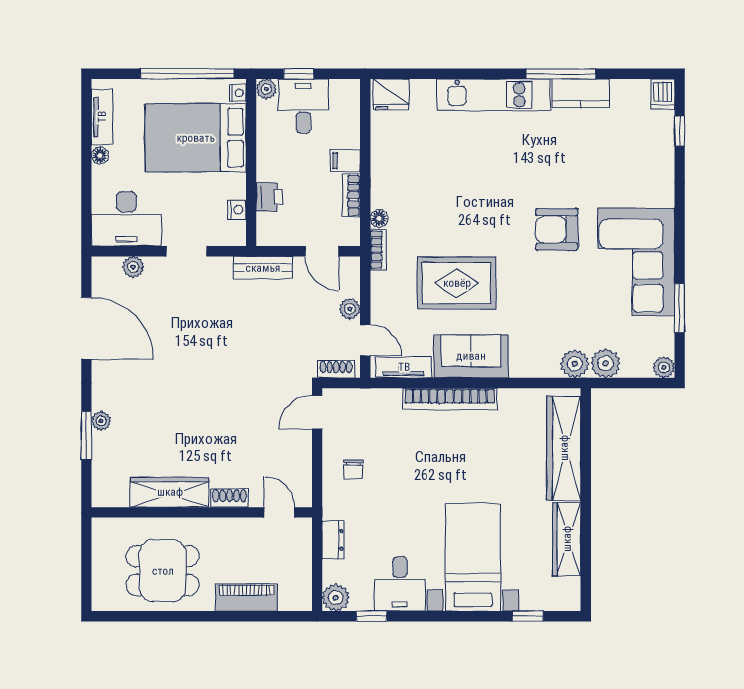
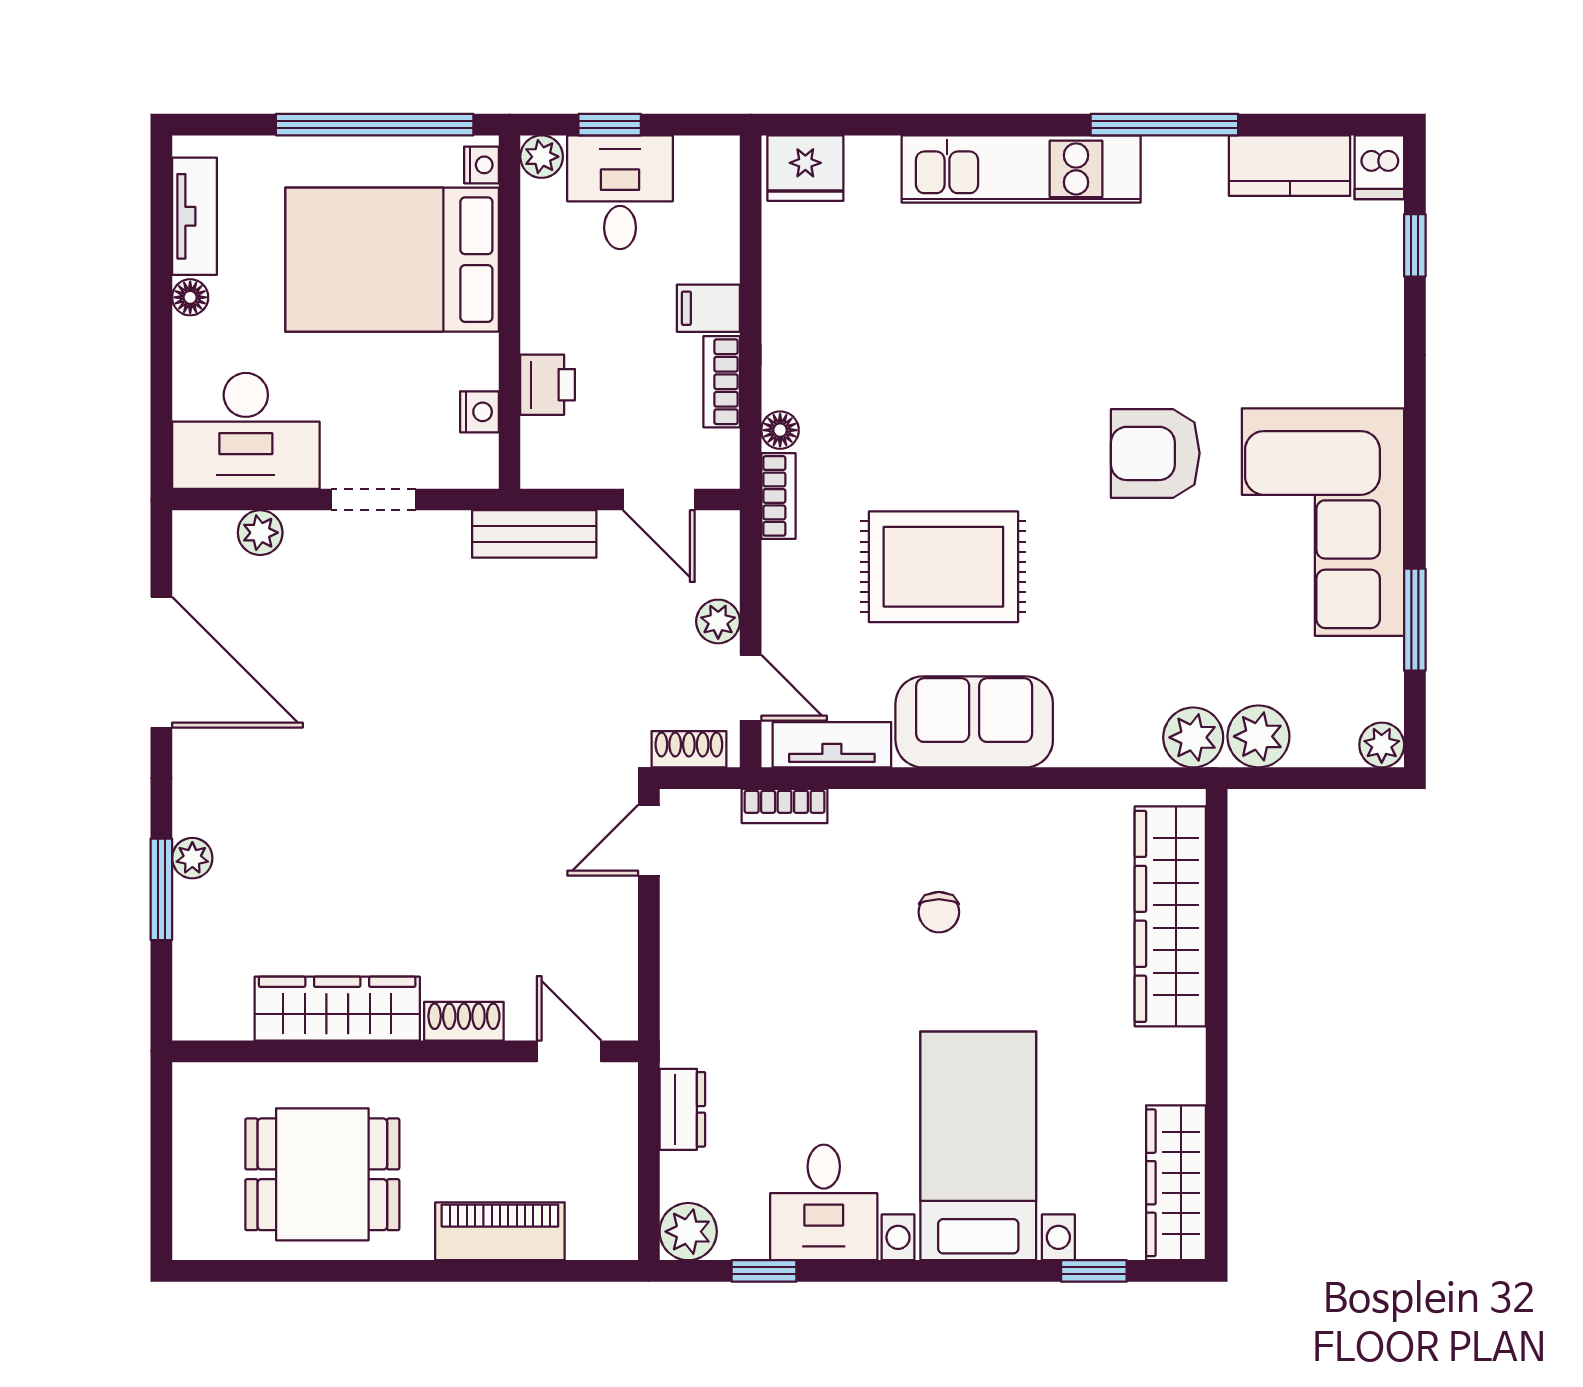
kitchen counter: (580, 93) -> (1290, 166), moved
bookcase: (450, 399) -> (785, 806), moved, width x0.43, depth x0.76
chair: (353, 470) -> (939, 912), moved
wardrobe: (567, 539) -> (1176, 1183), moved

